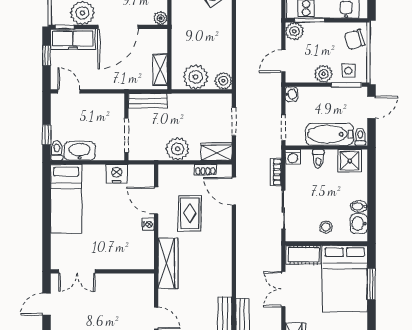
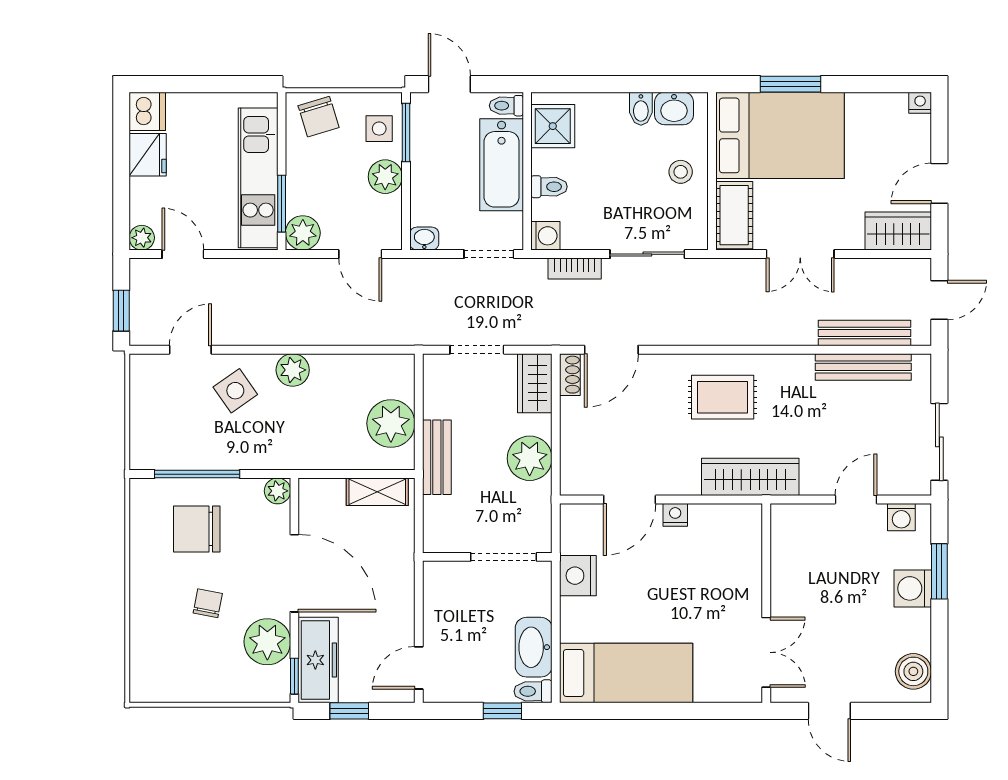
plant: (223, 81) -> (293, 370), moved
bench: (148, 101) -> (437, 457), moved
shoe rack: (205, 170) -> (570, 375), moved
rug: (190, 213) -> (723, 397), moved

